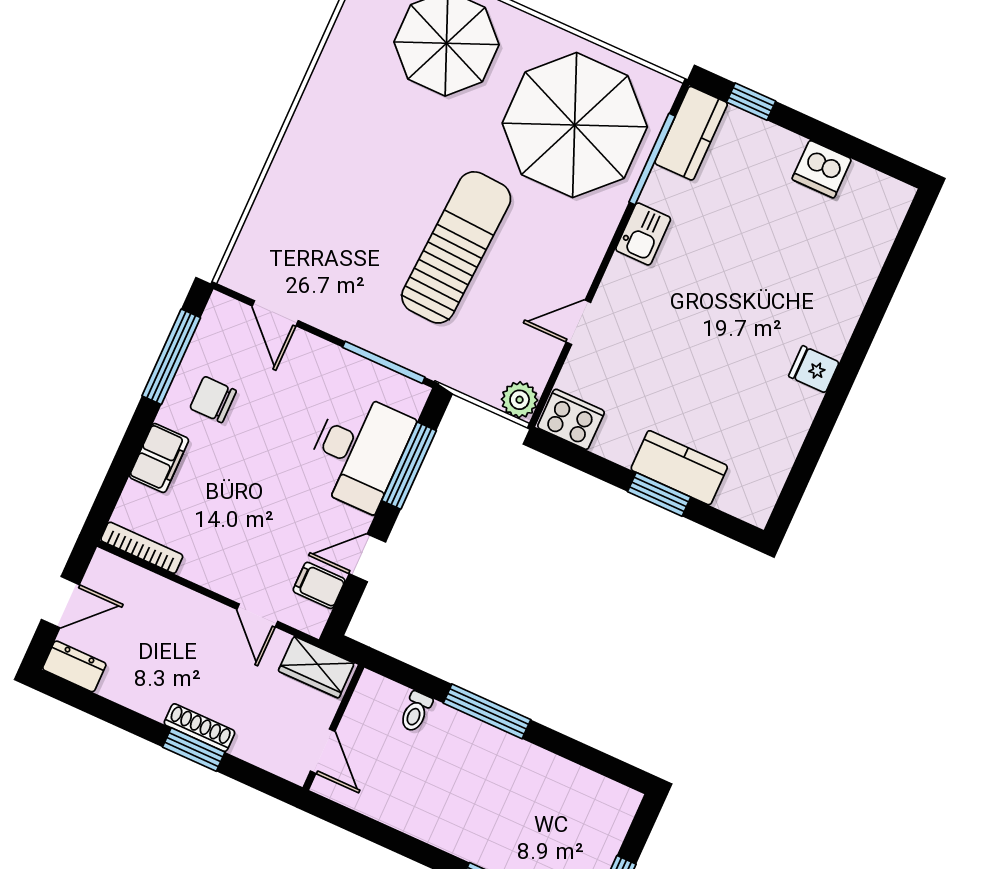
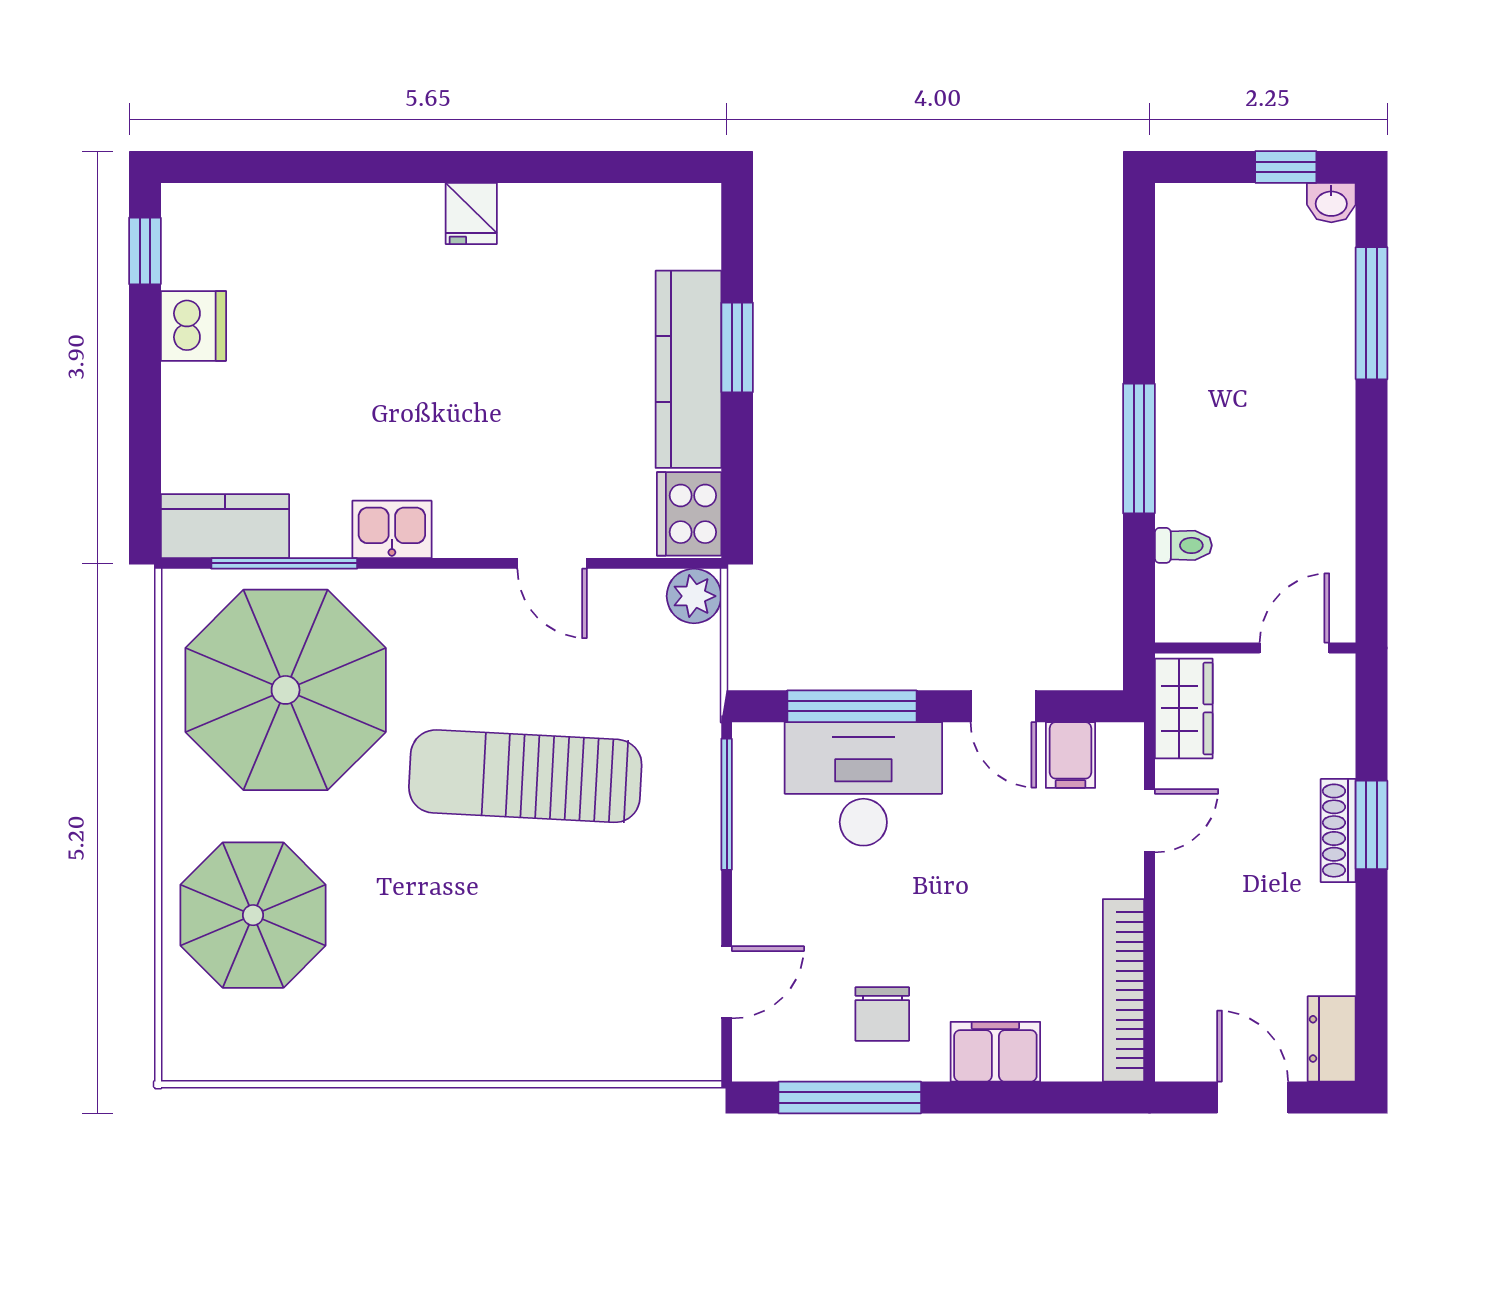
window: (751, 102) -> (145, 251), moved
kitchen counter: (679, 468) -> (688, 369), width x1.50
bookcase: (142, 548) -> (1124, 990), width x1.48, depth x1.31

